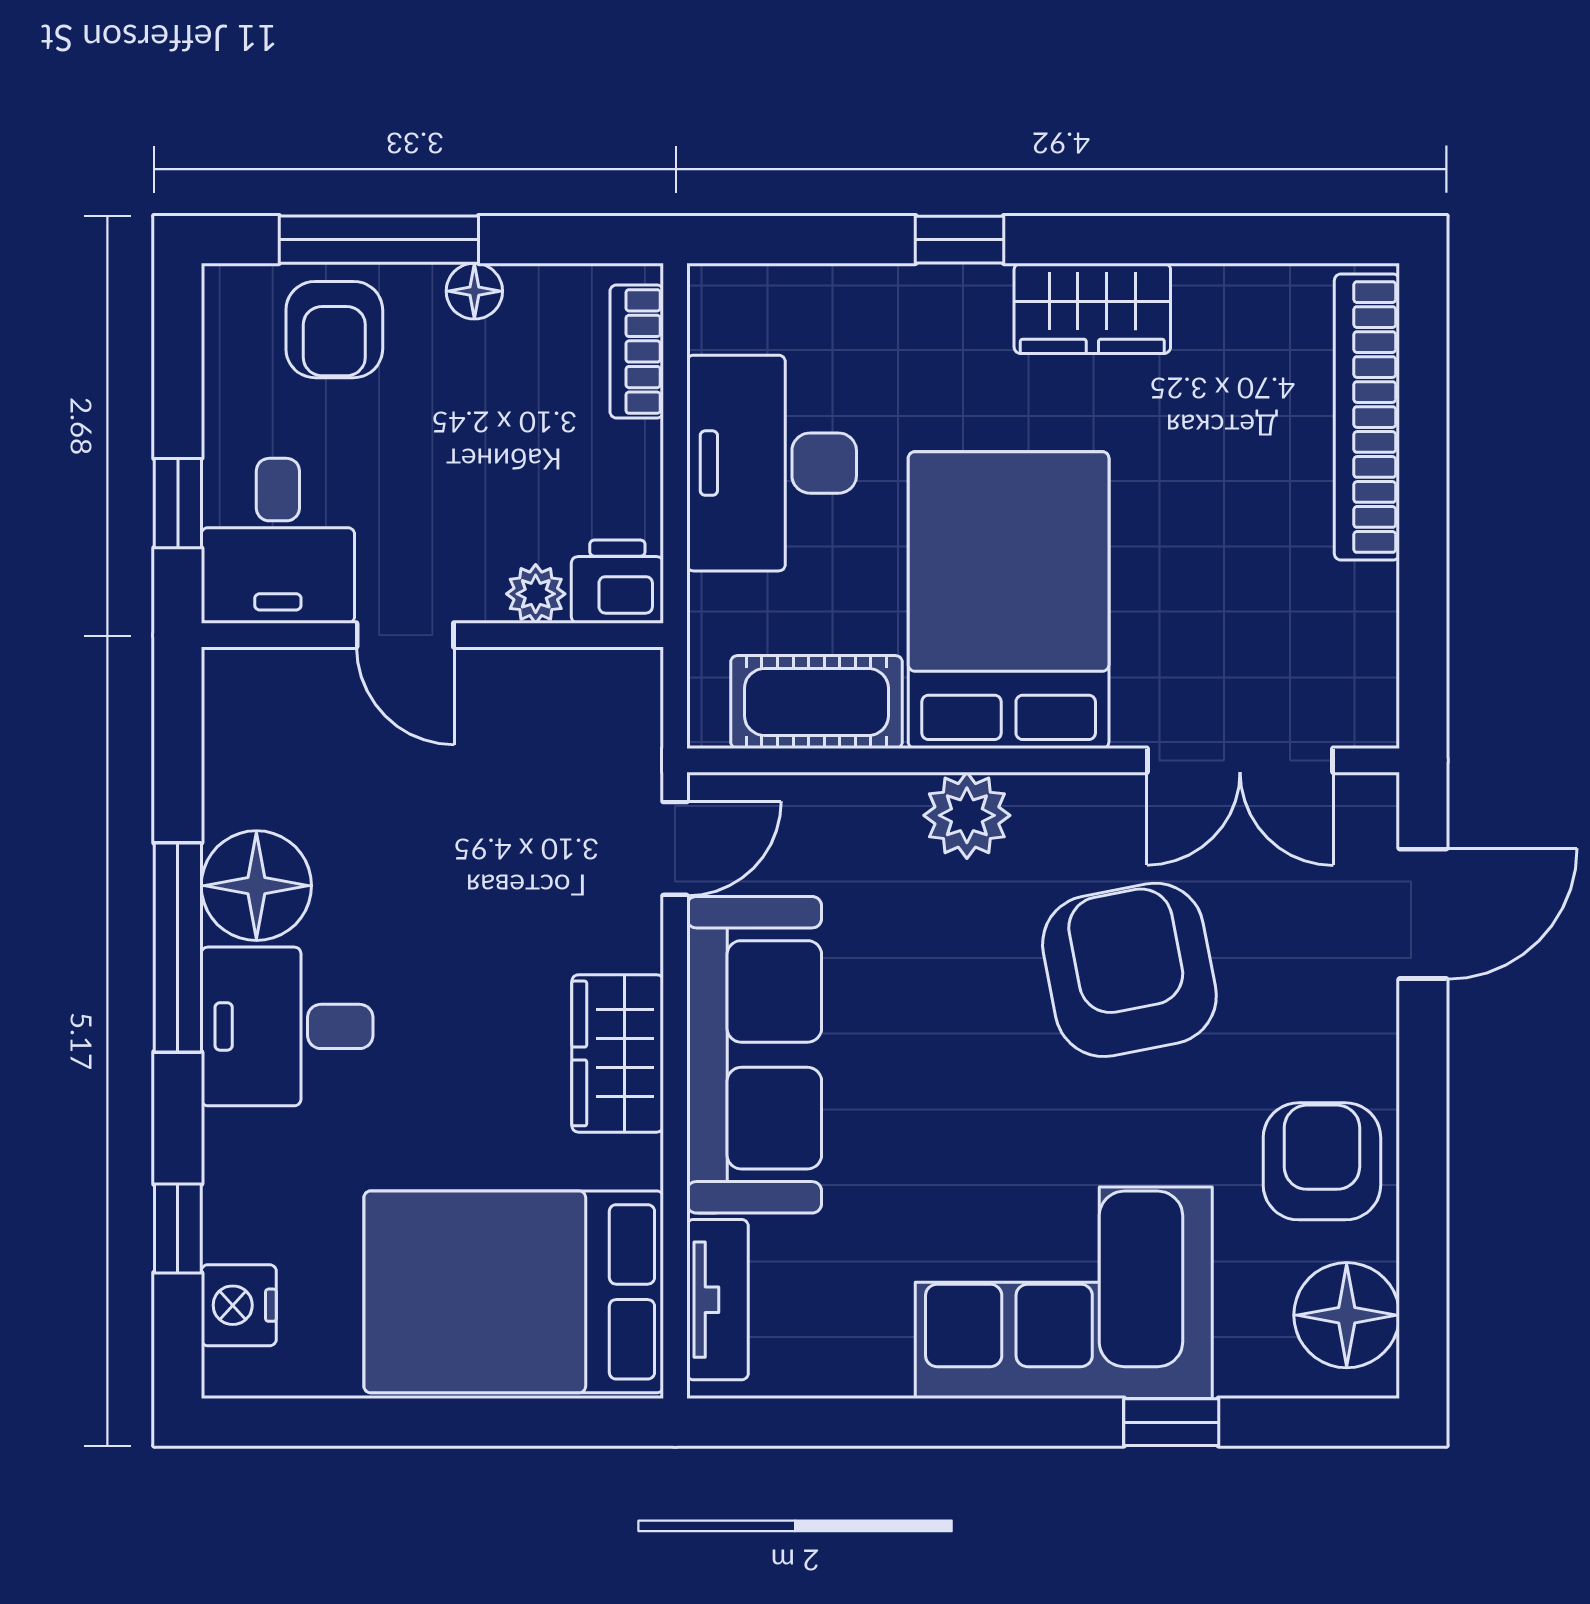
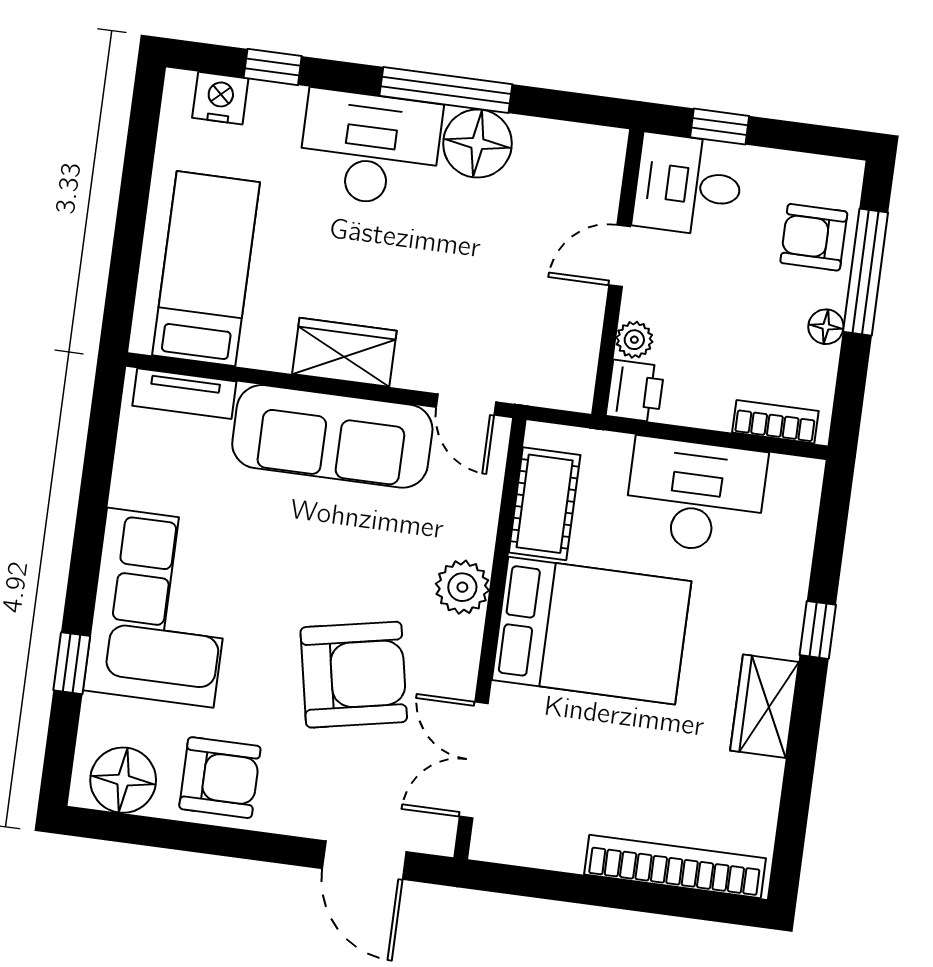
desk: (287, 1026) -> (370, 148), width x1.37
bed: (514, 1292) -> (206, 269), width x0.67

